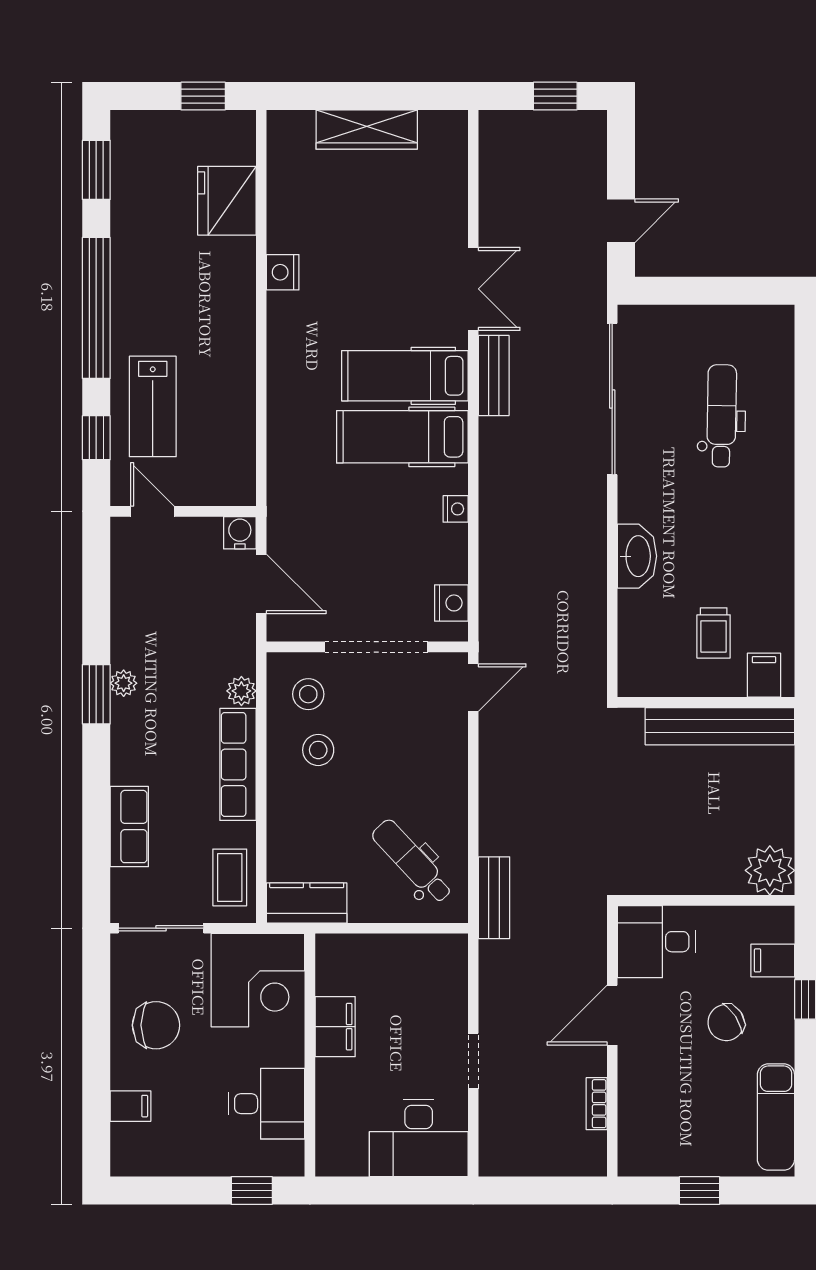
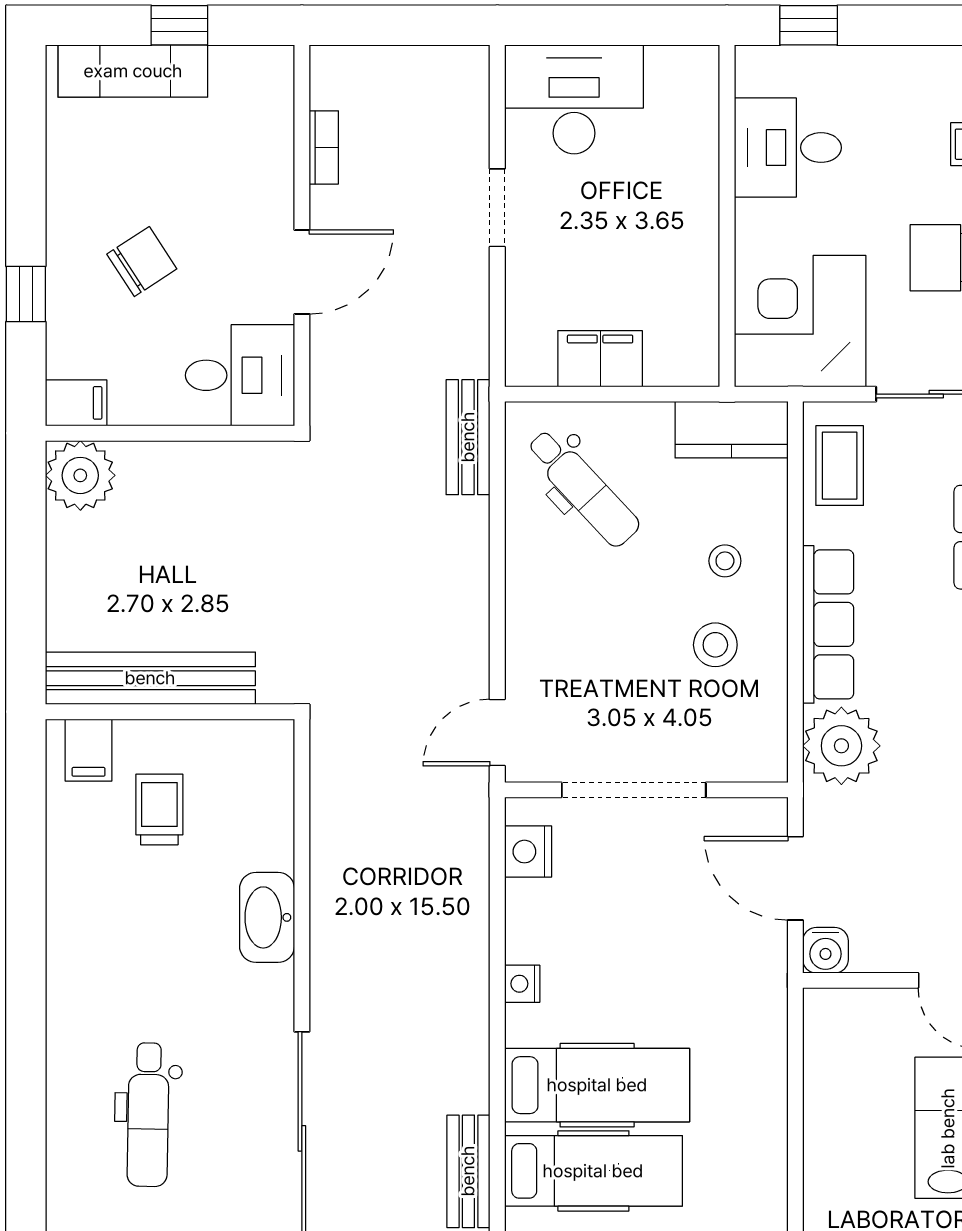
plant: (241, 691) -> (841, 746), width x1.88, depth x1.88
stool: (308, 694) -> (725, 561), moved, width x0.73, depth x0.73
filing cabinet: (773, 960) -> (76, 403), moved
filing cabinet: (335, 1027) -> (600, 359), moved, turned 90
exam couch: (776, 1117) -> (133, 71), moved, turned 90

